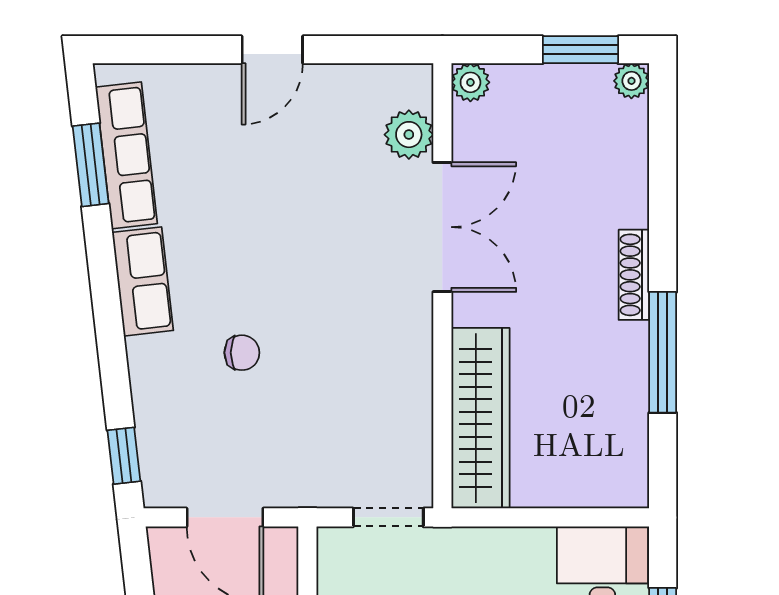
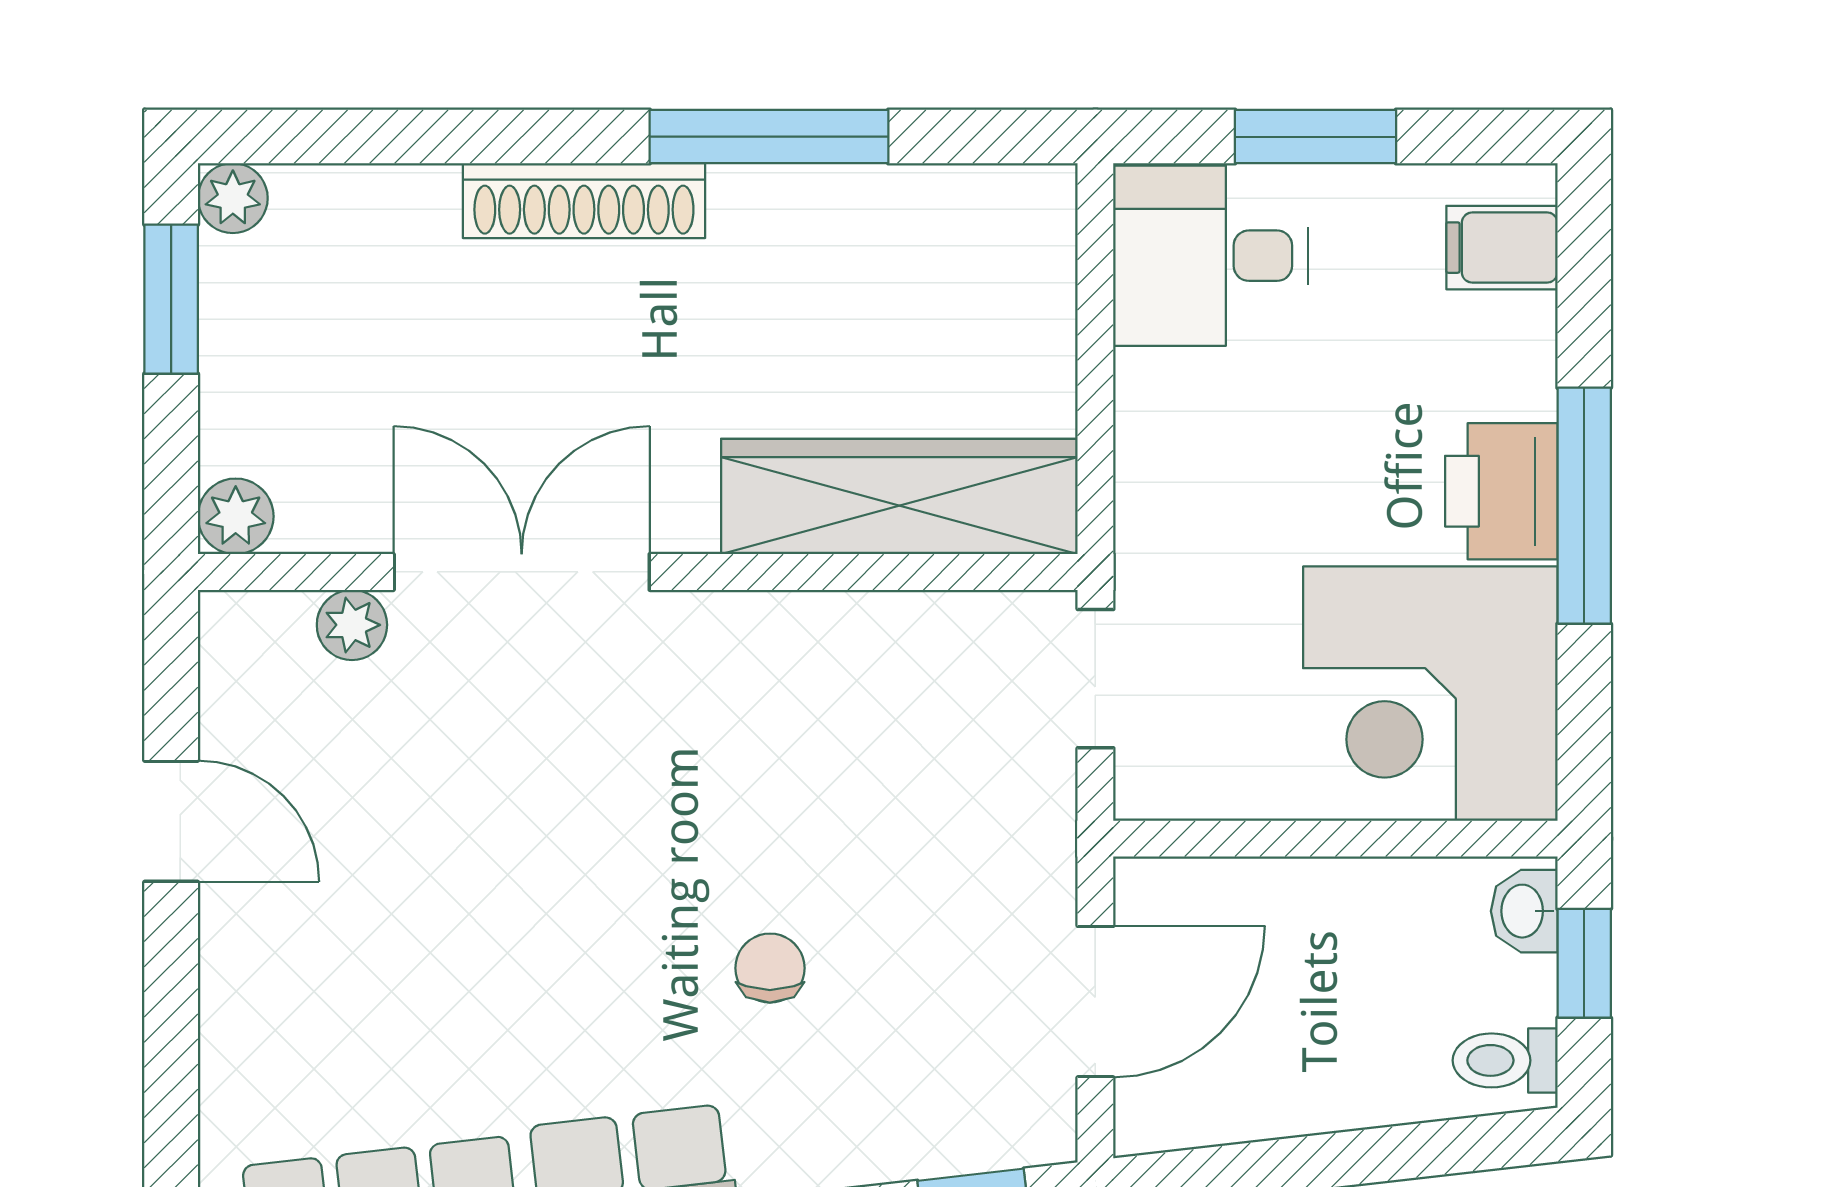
door: (272, 50) -> (171, 821), moved
plant: (409, 135) -> (352, 625), width x0.73, depth x0.73
shoe rack: (634, 275) -> (584, 201), width x1.36, depth x1.24

